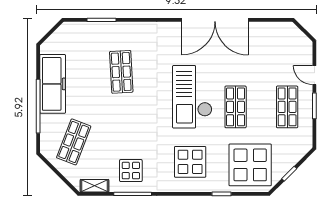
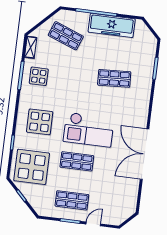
checkout: (192, 97) -> (89, 130), turned 180

